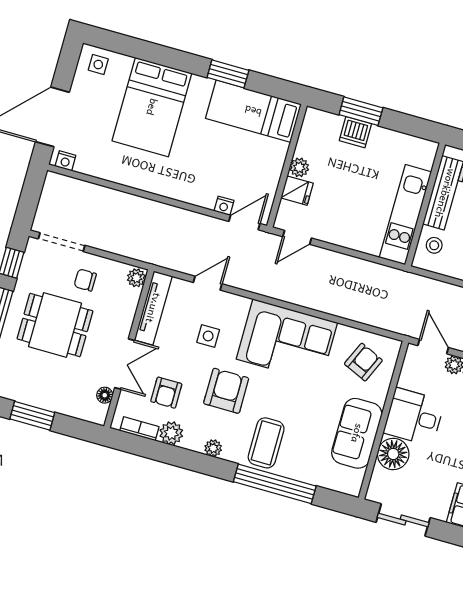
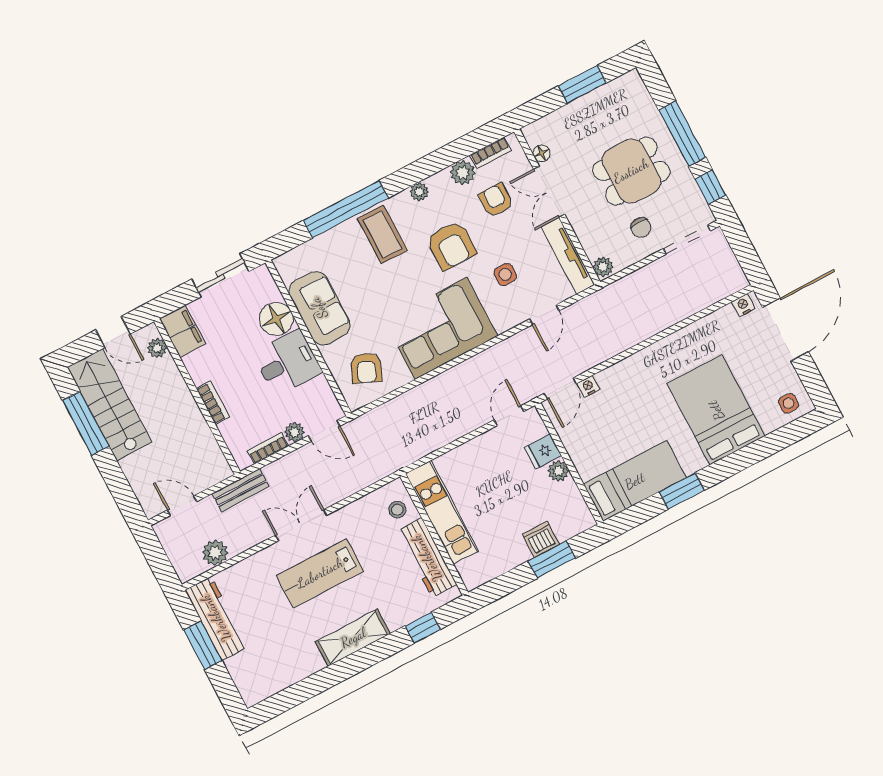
chair: (85, 280) -> (641, 228), turned 90

